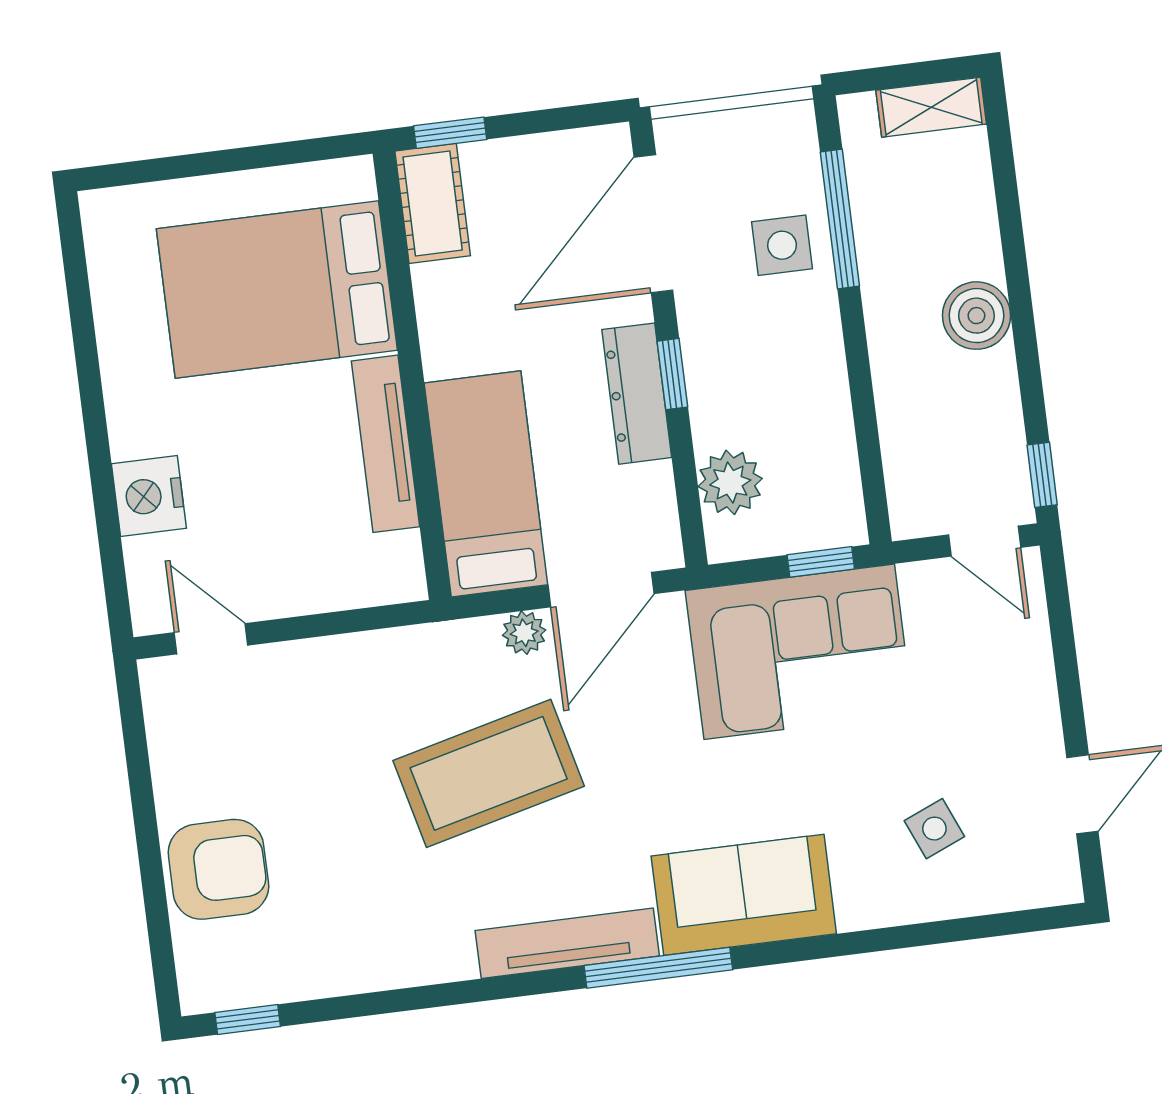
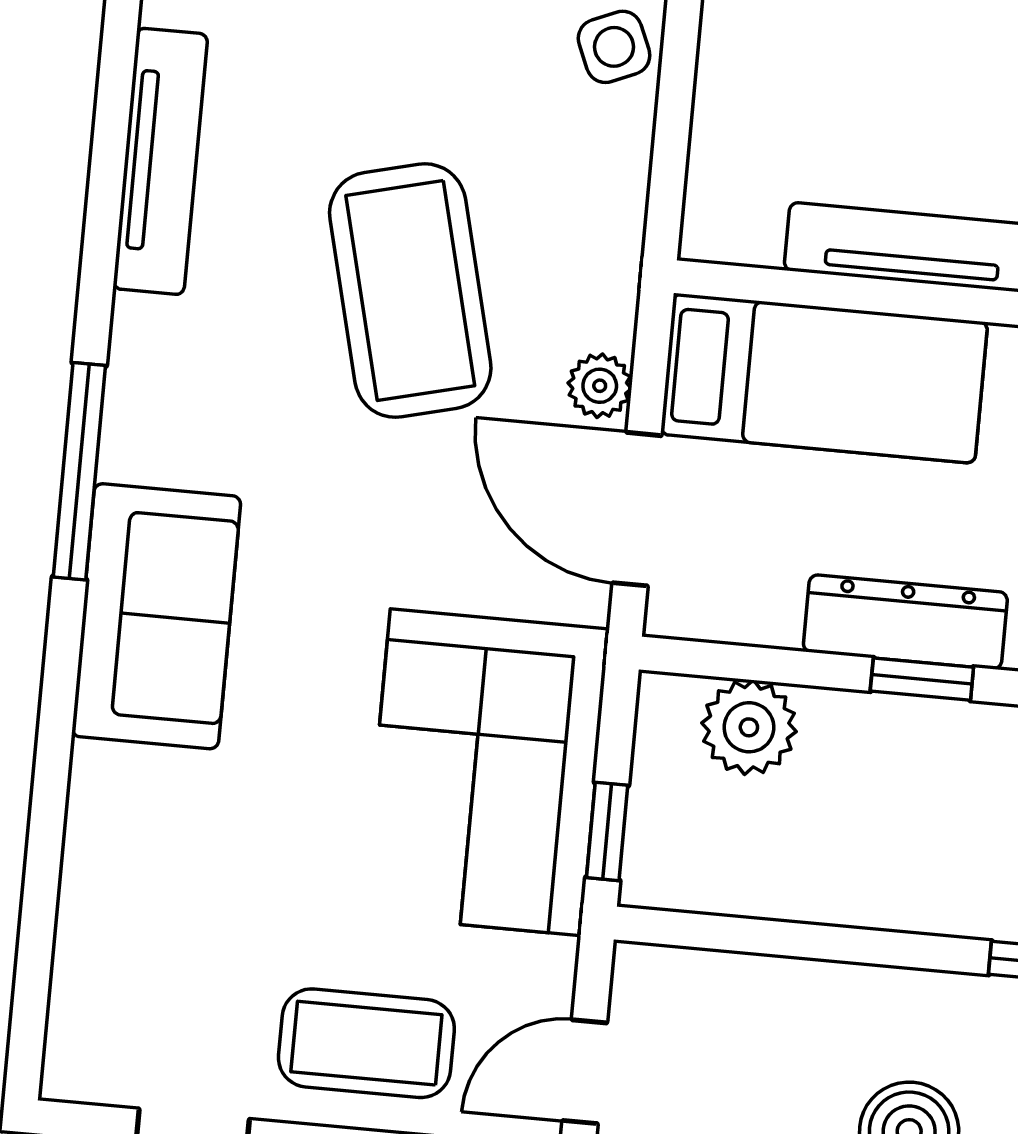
coffee table: (998, 691) -> (366, 1043), added
side table: (934, 829) -> (614, 47), moved
tv unit: (567, 943) -> (160, 161), moved

